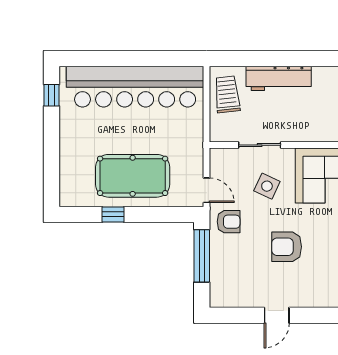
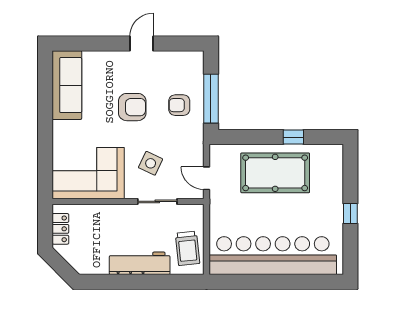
window: (52, 95) -> (350, 214), moved
door: (207, 190) -> (207, 178), moved
armchair: (229, 222) -> (179, 105), moved

